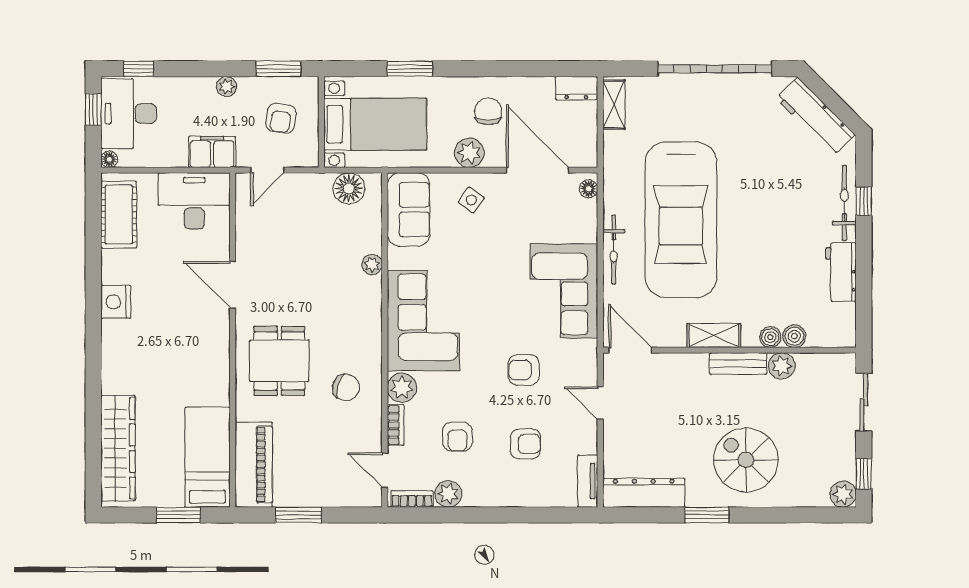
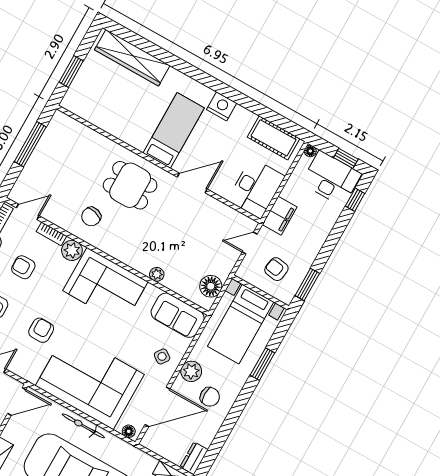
plant: (227, 86) -> (314, 247), removed
door: (267, 170) -> (250, 243), hinge flipped
corner sofa: (564, 291) -> (90, 380), width x1.36, depth x1.36
bed: (208, 457) -> (174, 130), moved, turned -90
piano: (254, 465) -> (76, 134), removed
window: (299, 515) -> (30, 144), width x1.44

